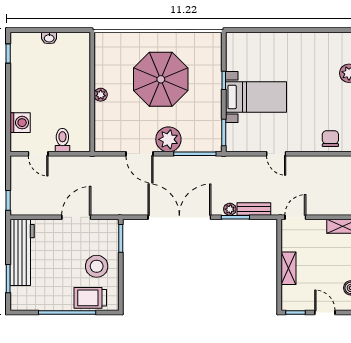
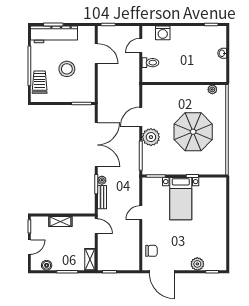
plant: (101, 95) -> (212, 89), moved
door: (76, 217) -> (96, 54), moved
workbench: (22, 252) -> (54, 34), moved
stool: (97, 266) -> (67, 69), moved

